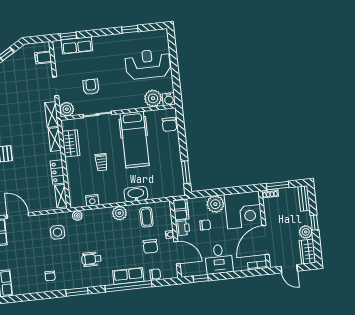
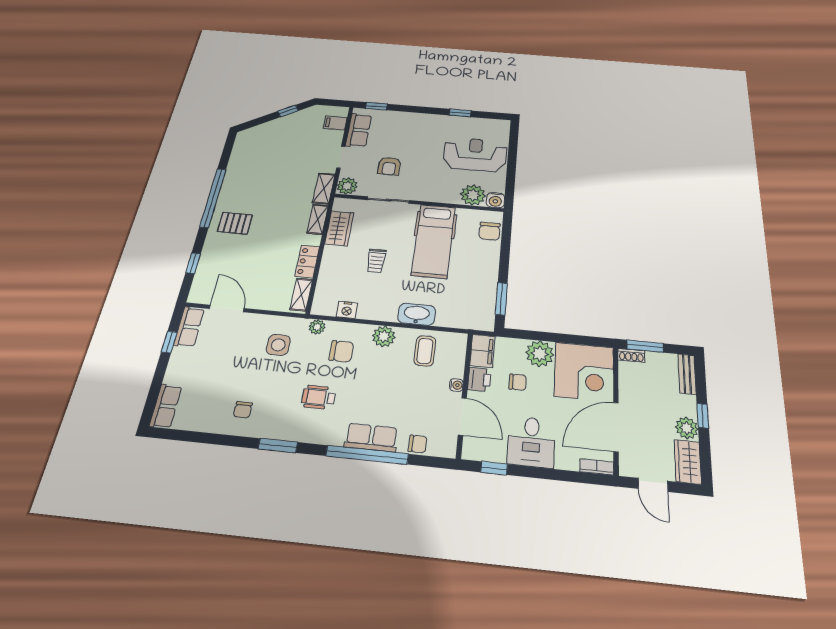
row of seats: (77, 45) -> (359, 130), moved, turned -90
armchair: (91, 87) -> (389, 166), turned 180
chair: (150, 246) -> (341, 351), moved, turned -90

